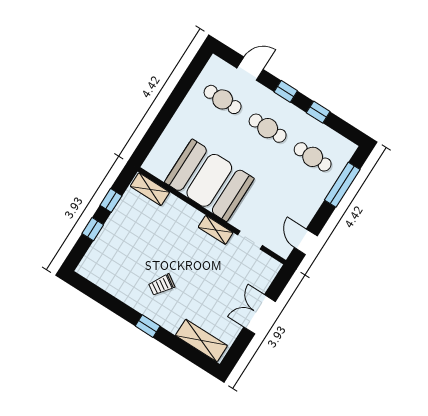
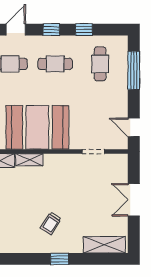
cafe table: (313, 157) -> (100, 64), turned 90
shelving: (216, 230) -> (29, 160), moved

